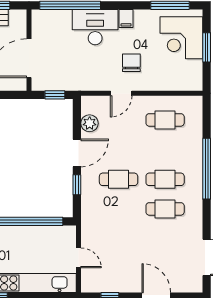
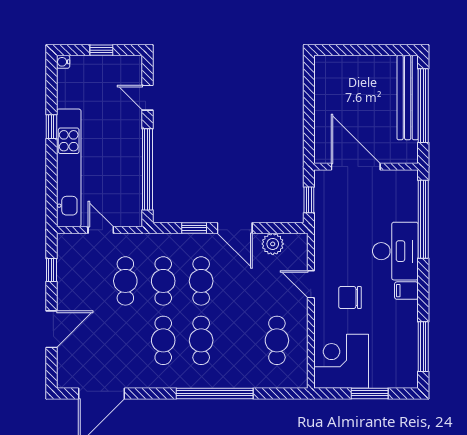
corner desk: (181, 38) -> (341, 361), moved
chair: (131, 63) -> (350, 297), turned 180
cafe table: (119, 209) -> (163, 281), added
cafe table: (119, 239) -> (125, 281), added
door: (79, 258) -> (101, 230), swing flipped

